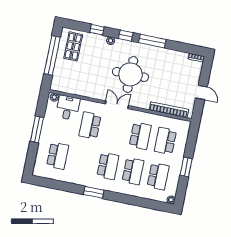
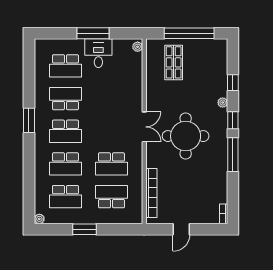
shop shelf: (73, 46) -> (174, 62), moved, turned 90
desk: (68, 108) -> (98, 53), moved, turned -90
school desk: (90, 125) -> (65, 99), moved

